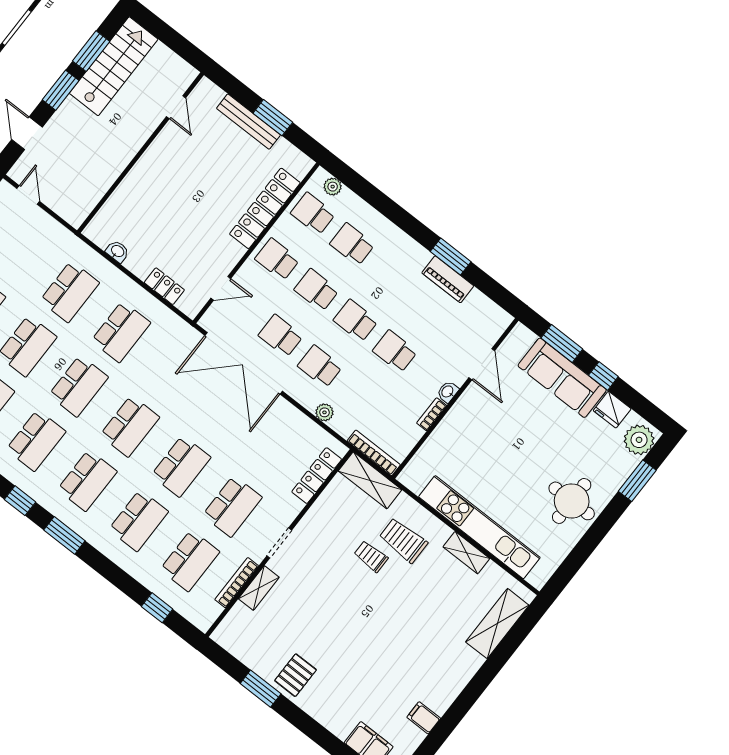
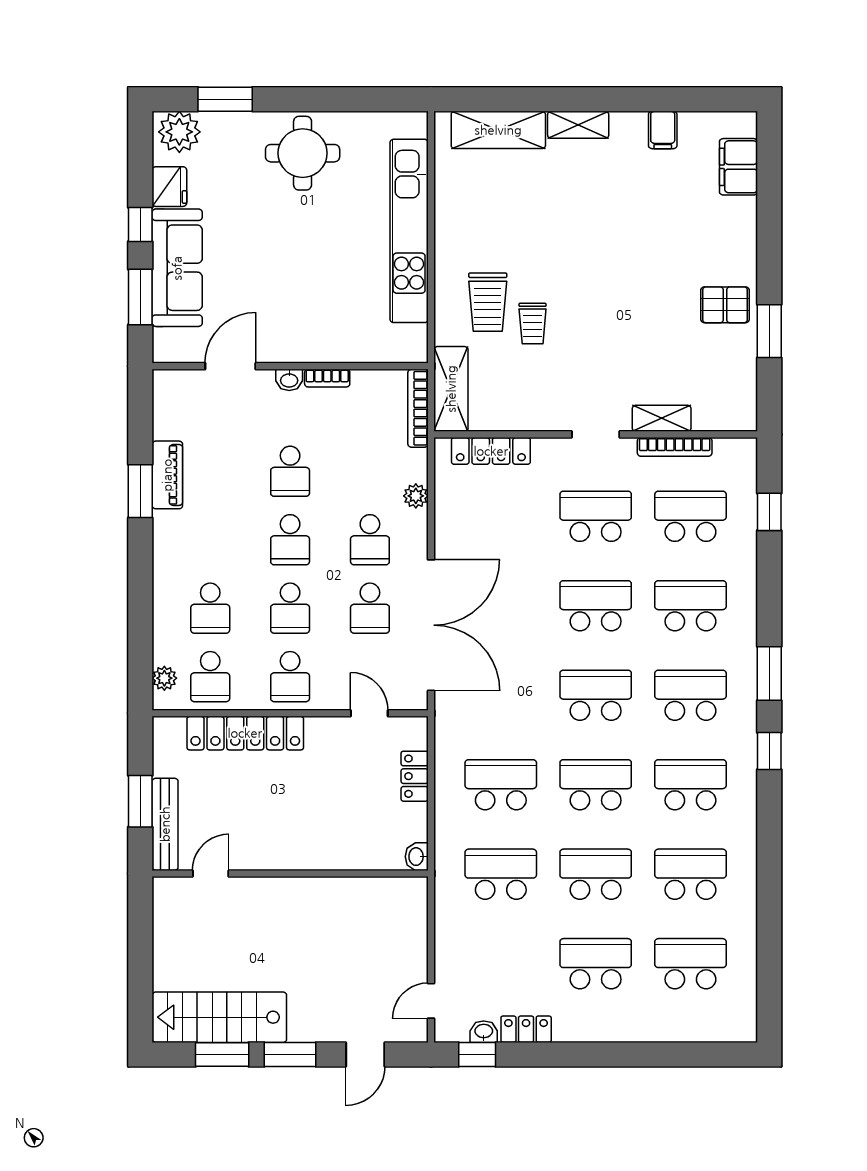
door: (176, 107) -> (211, 873), moved
wall: (141, 153) -> (290, 873), moved
shelving: (466, 553) -> (578, 125), moved, turned 90

